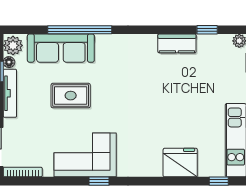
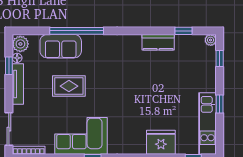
sofa: (61, 48) -> (61, 46), width x0.73

